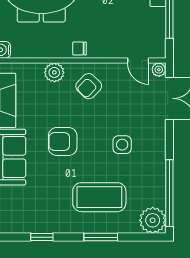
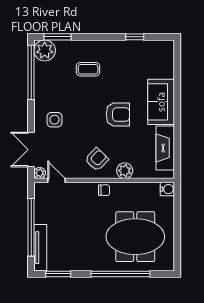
side table: (122, 145) -> (55, 120), moved
coffee table: (99, 197) -> (88, 69), width x0.54, depth x0.58
window: (101, 237) -> (58, 37), moved

